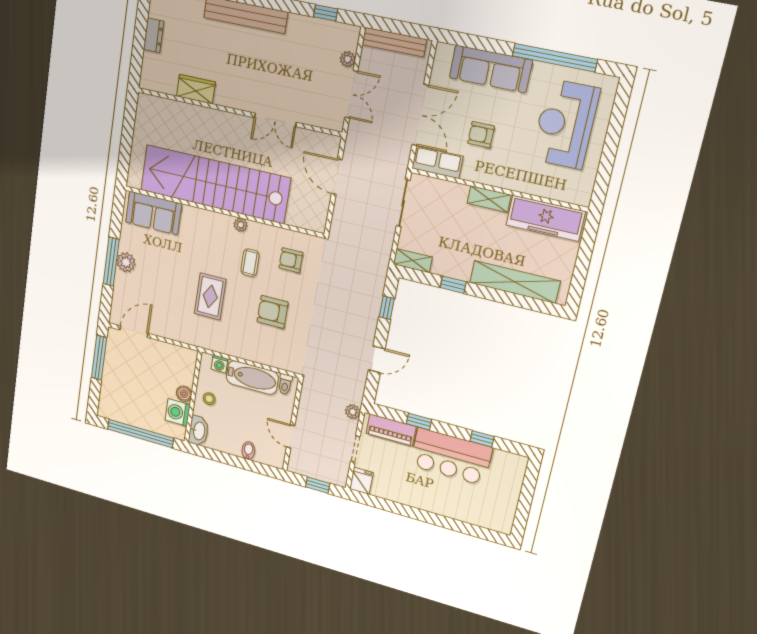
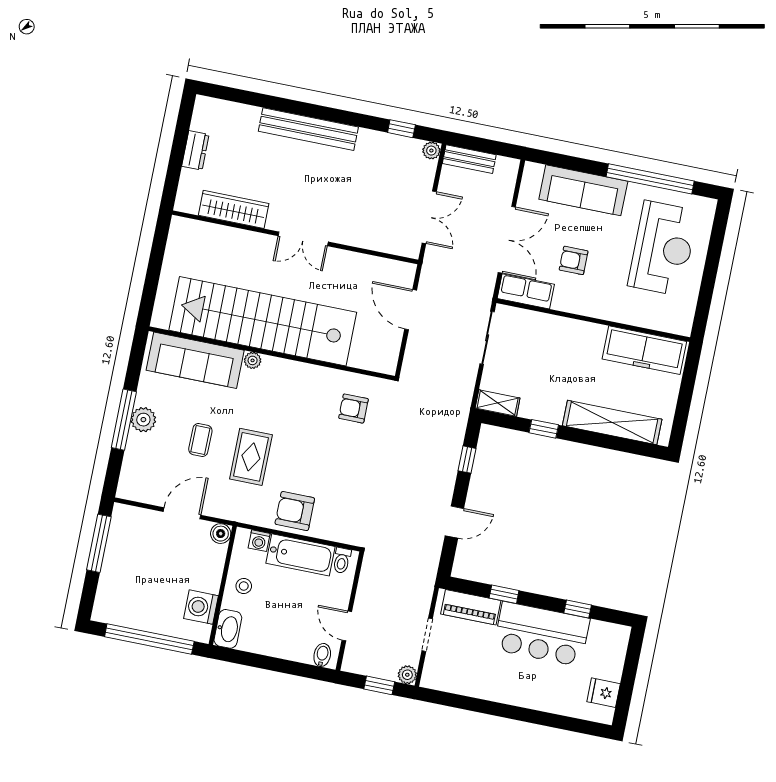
bench: (394, 42) -> (469, 159), width x0.73
plant: (348, 59) -> (431, 151), moved
wardrobe: (196, 89) -> (234, 209), width x1.50
double door: (275, 120) -> (303, 239), moved
reception desk: (565, 124) -> (663, 248), turned 180
shelving: (489, 199) -> (583, 331), removed
sofa: (154, 213) -> (195, 360), width x1.36
plant: (241, 225) -> (253, 360), moved
coffee table: (250, 263) -> (200, 440), moved
armchair: (273, 312) -> (295, 511), moved
door: (134, 332) -> (182, 513), moved
boiler: (184, 394) -> (221, 534), moved
plant: (353, 412) -> (407, 675), moved
bidet: (248, 451) -> (322, 655), moved
fridge: (361, 481) -> (604, 693), moved, turned -90

